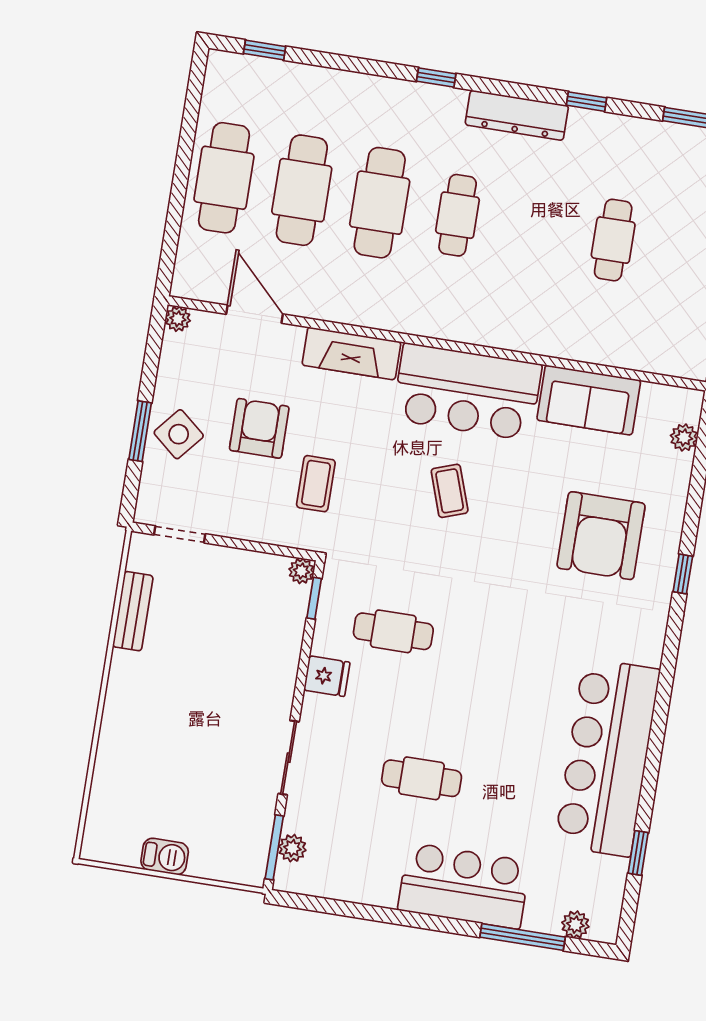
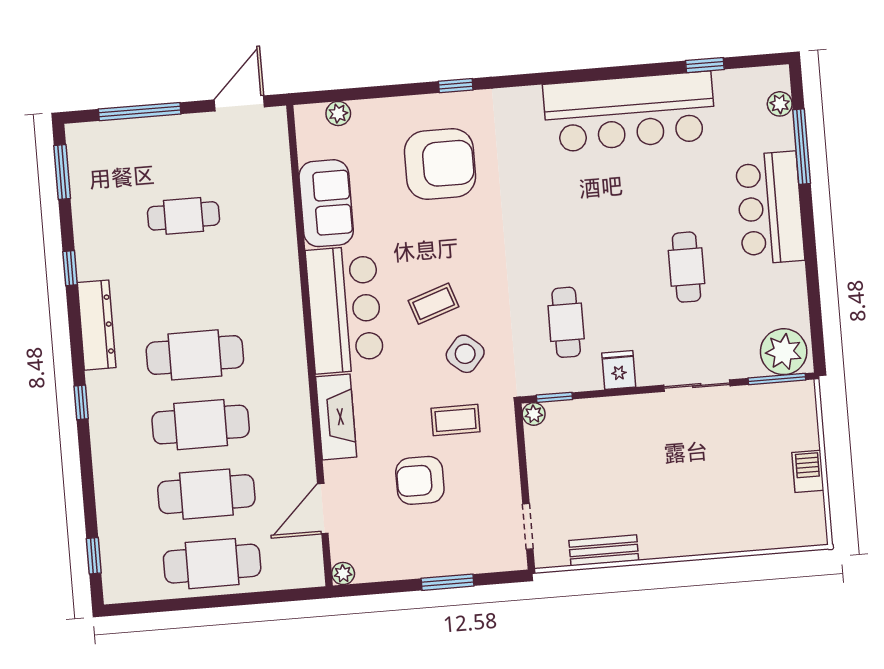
cafe table: (458, 215) -> (195, 355), width x1.37, depth x1.35
side table: (179, 434) -> (465, 354), moved
plant: (292, 848) -> (784, 352), width x1.88, depth x1.88

